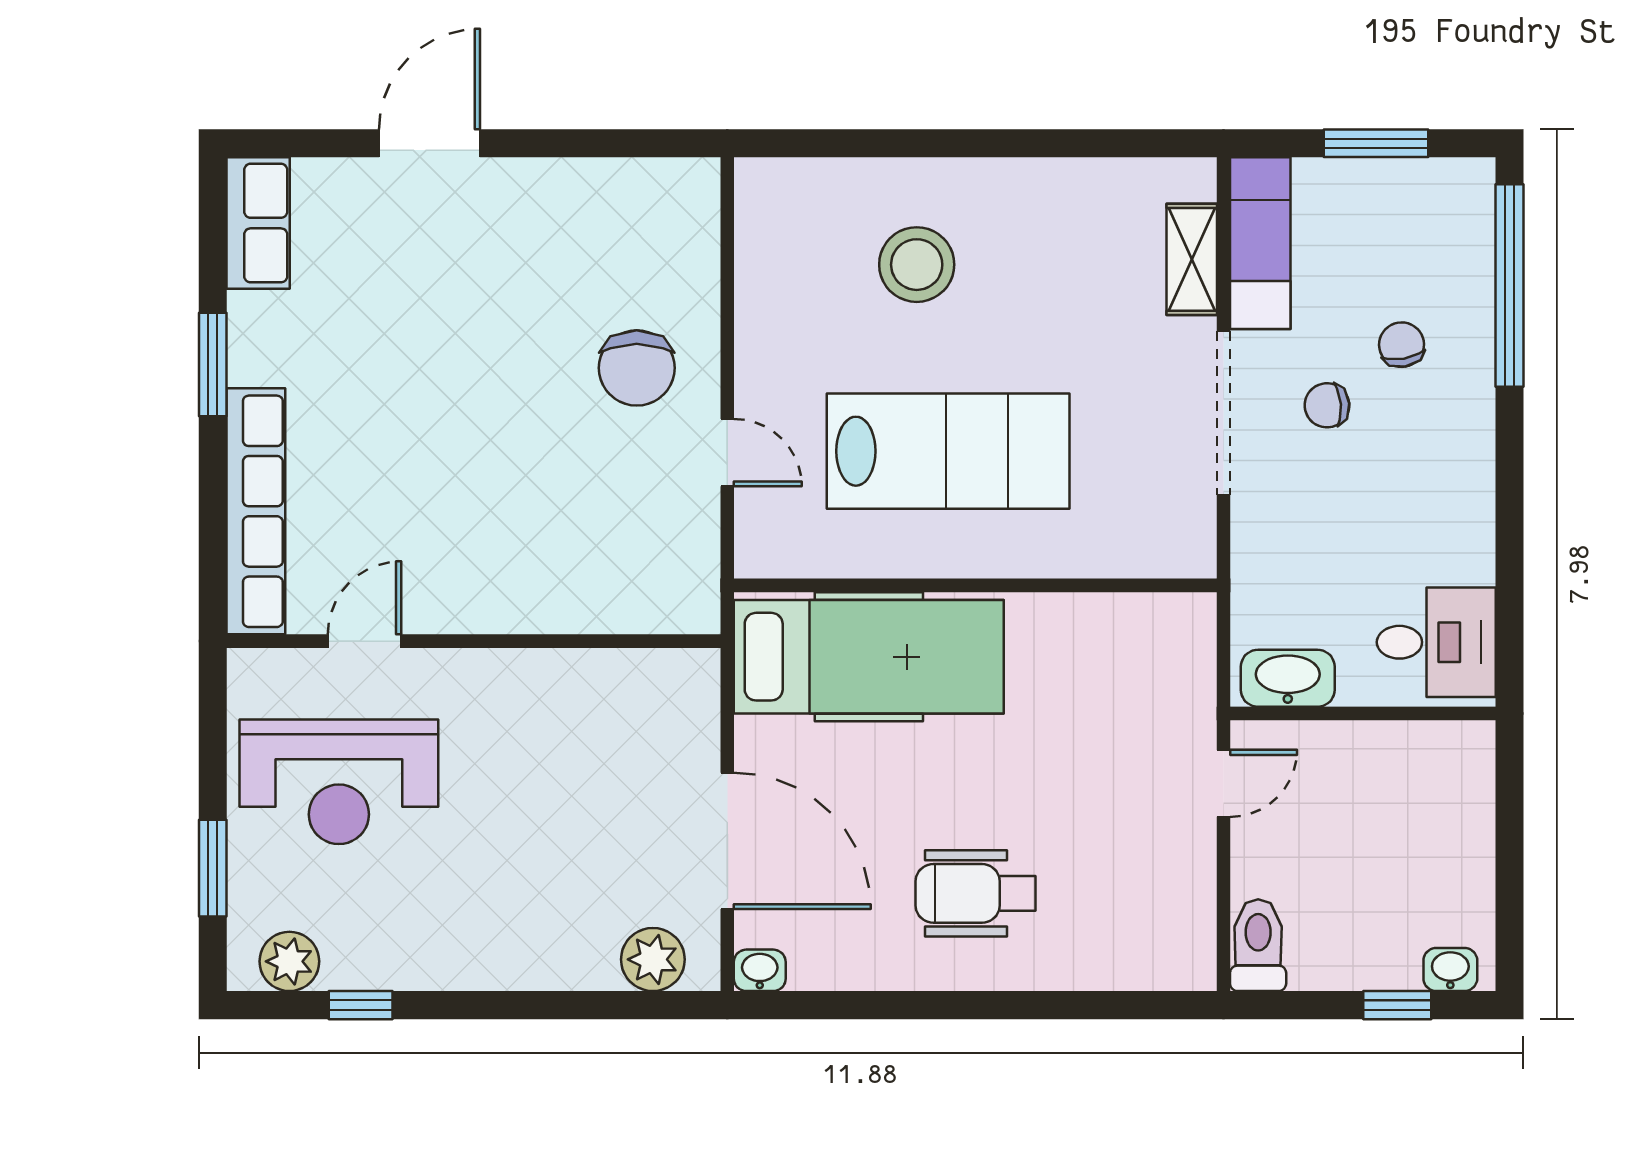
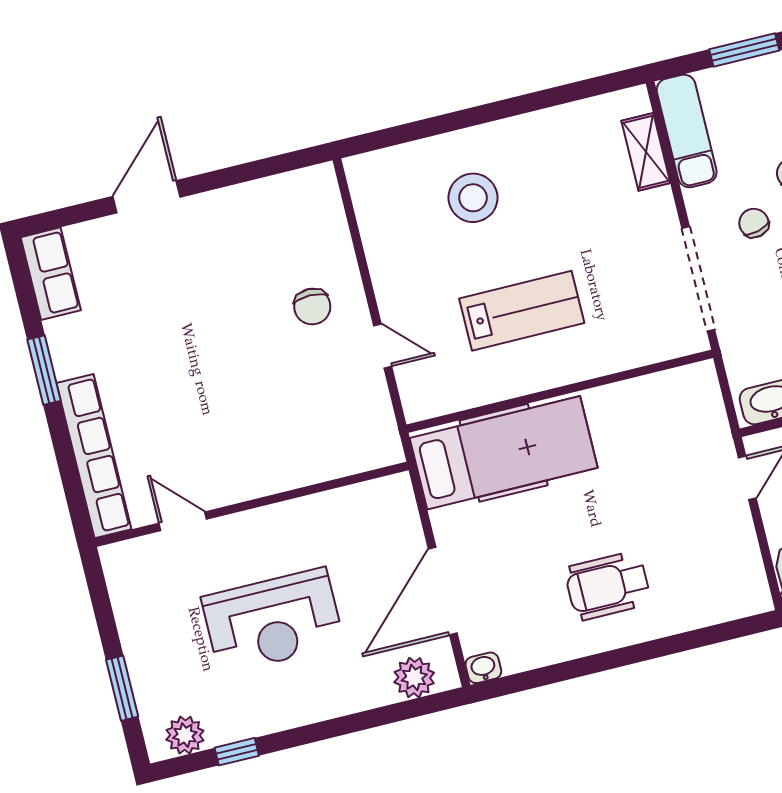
chair: (637, 368) -> (312, 307), width x0.73, depth x0.73
chair: (1327, 405) -> (754, 223), turned 81
doorway: (1223, 413) -> (698, 279), moved
lab bench: (948, 451) -> (522, 311), width x0.73, depth x0.72
door: (365, 641) -> (183, 521), hinge flipped
reception desk: (339, 782) -> (273, 621), moved
door: (727, 841) -> (443, 591), swing flipped

